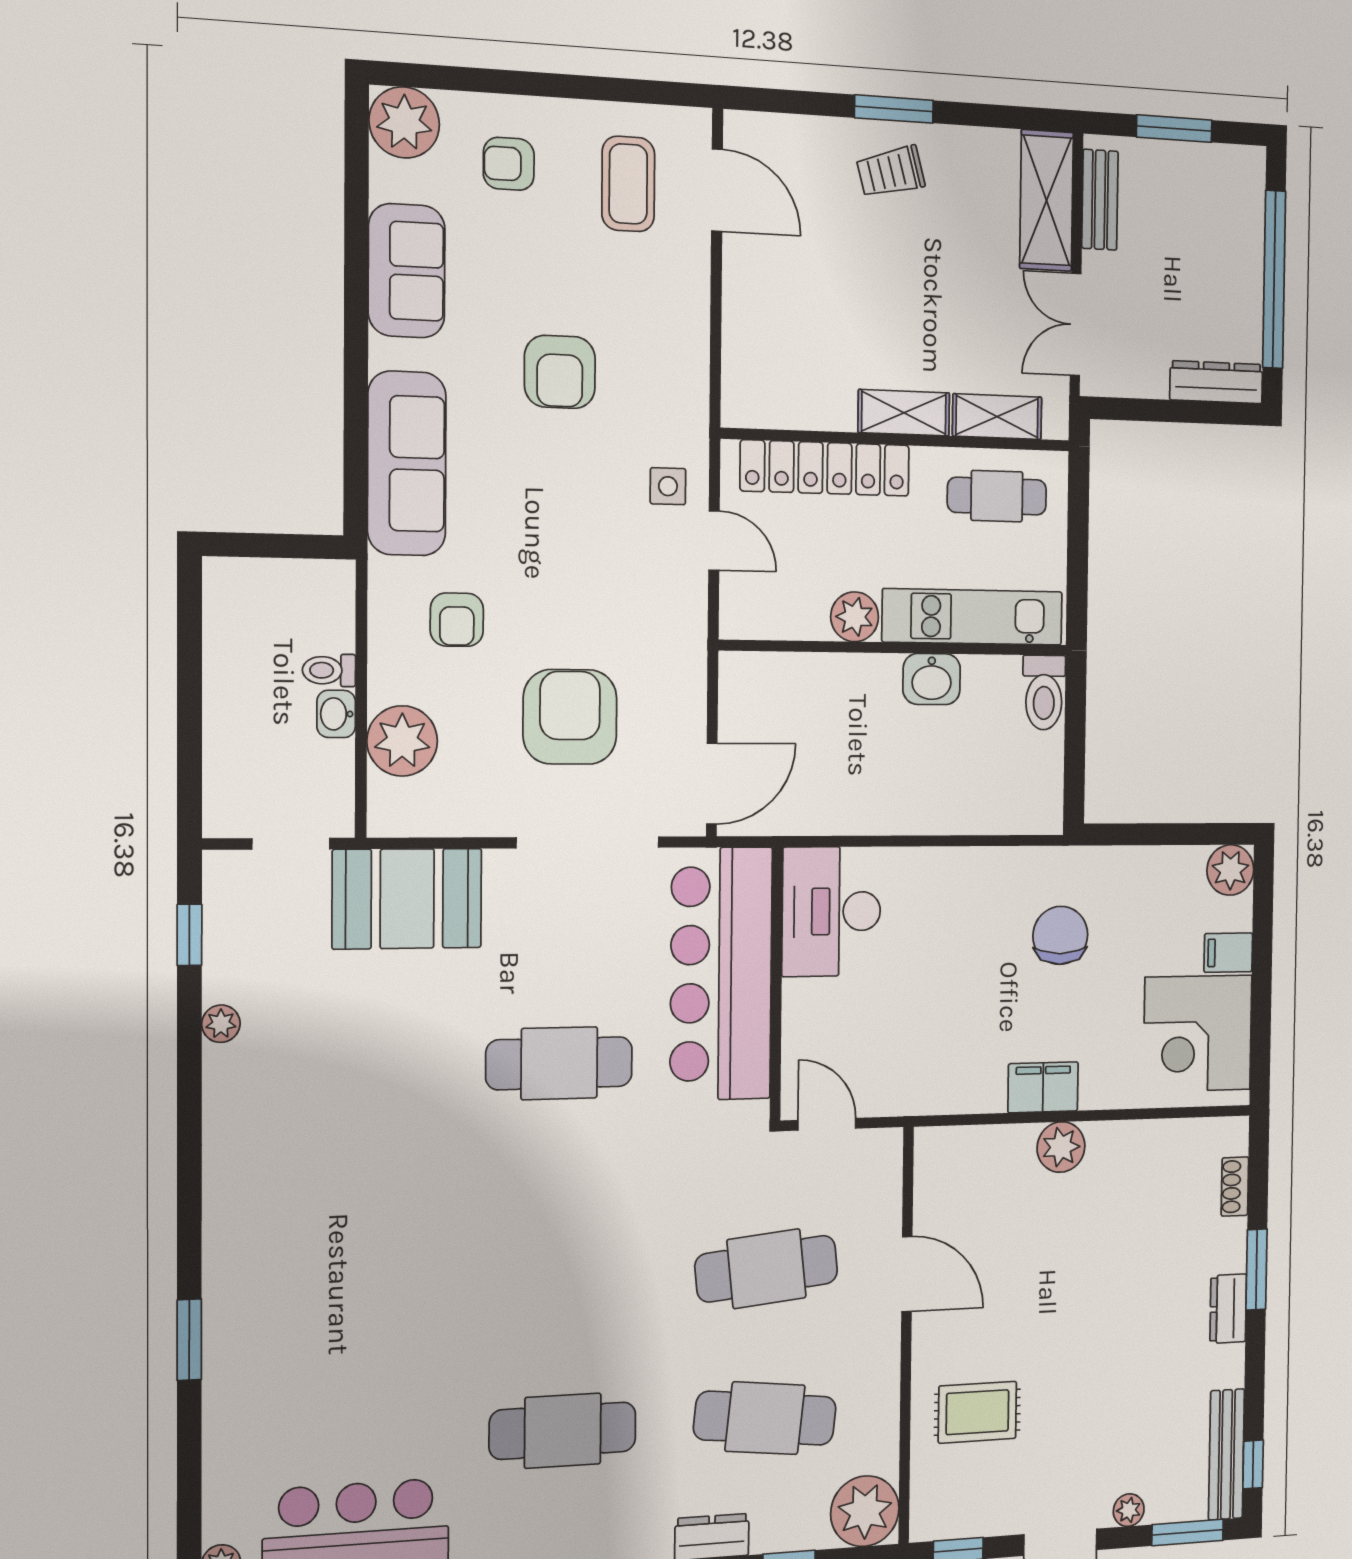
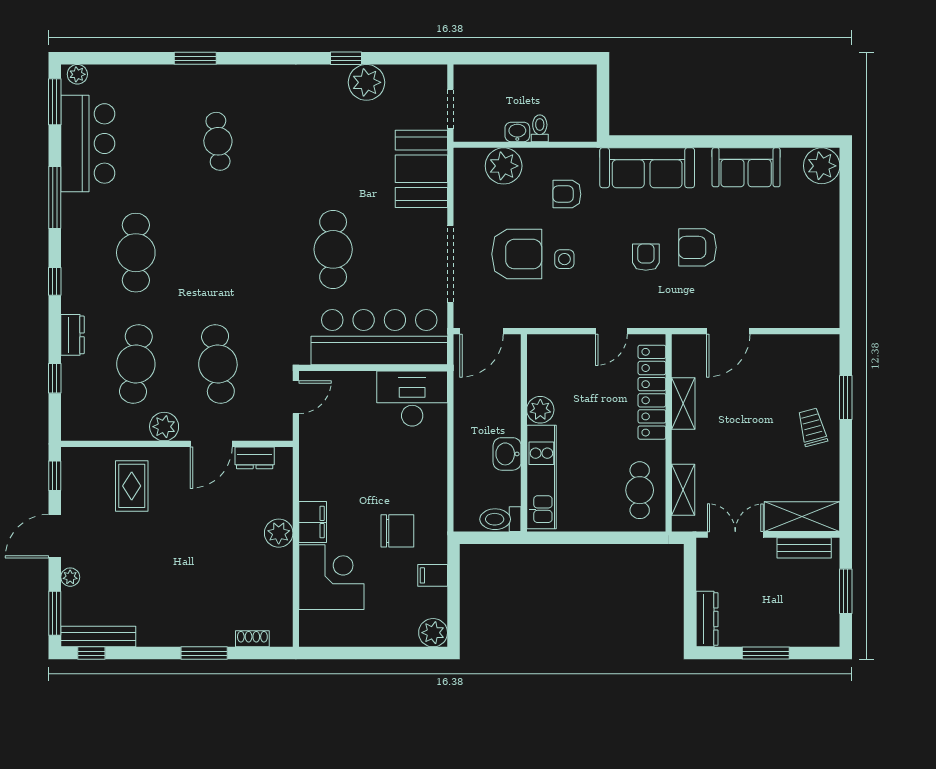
window: (894, 109) -> (846, 397), moved
armchair: (509, 164) -> (646, 257), moved
coffee table: (628, 184) -> (797, 283), removed
door: (717, 190) -> (728, 331), moved
window: (1274, 279) -> (766, 653), width x0.47
shelving: (904, 413) -> (683, 404), moved
side table: (668, 486) -> (564, 259), moved
plant: (855, 617) -> (540, 410), moved
kitchen unit: (973, 617) -> (541, 477), moved
wall: (895, 648) -> (524, 433), moved
washbasin: (932, 679) -> (507, 454), moved
toilet: (1044, 693) -> (500, 519), moved
door: (712, 784) -> (482, 331), hinge flipped
window: (189, 935) -> (346, 58), moved
filing cabinet: (1228, 953) -> (433, 575), moved, turned -90
plant: (221, 1024) -> (366, 82), width x1.87, depth x1.87
corner desk: (1198, 1033) -> (331, 577), moved, turned 90
cafe table: (353, 1288) -> (218, 141), added
dresser: (1228, 1309) -> (255, 458), moved, turned 180
plant: (865, 1511) -> (164, 427), moved, width x0.73, depth x0.73

